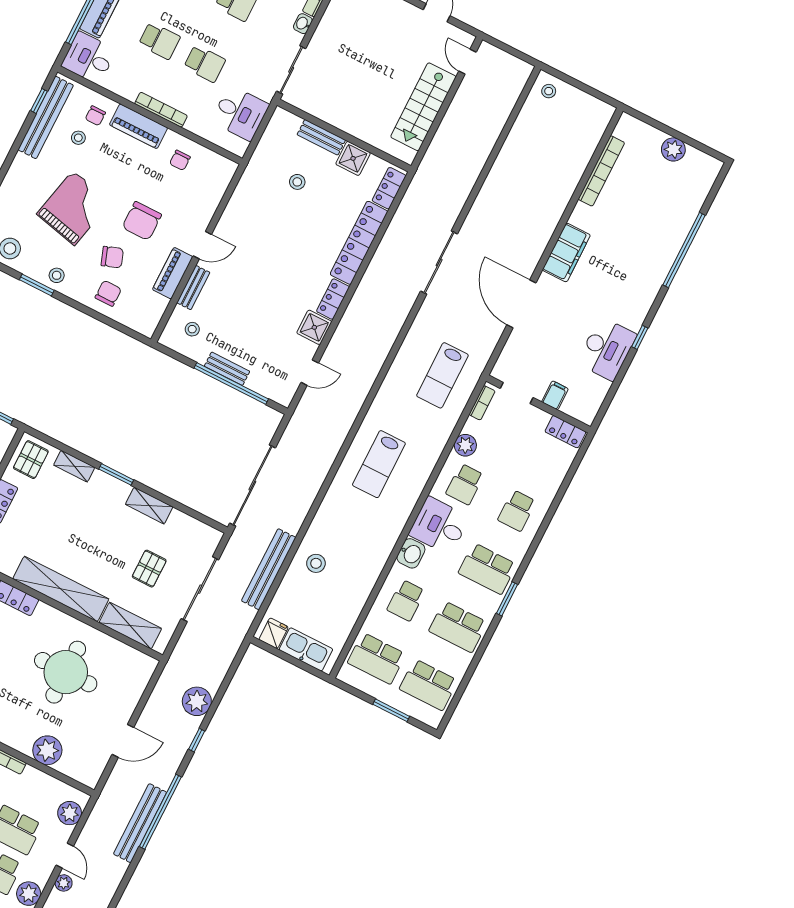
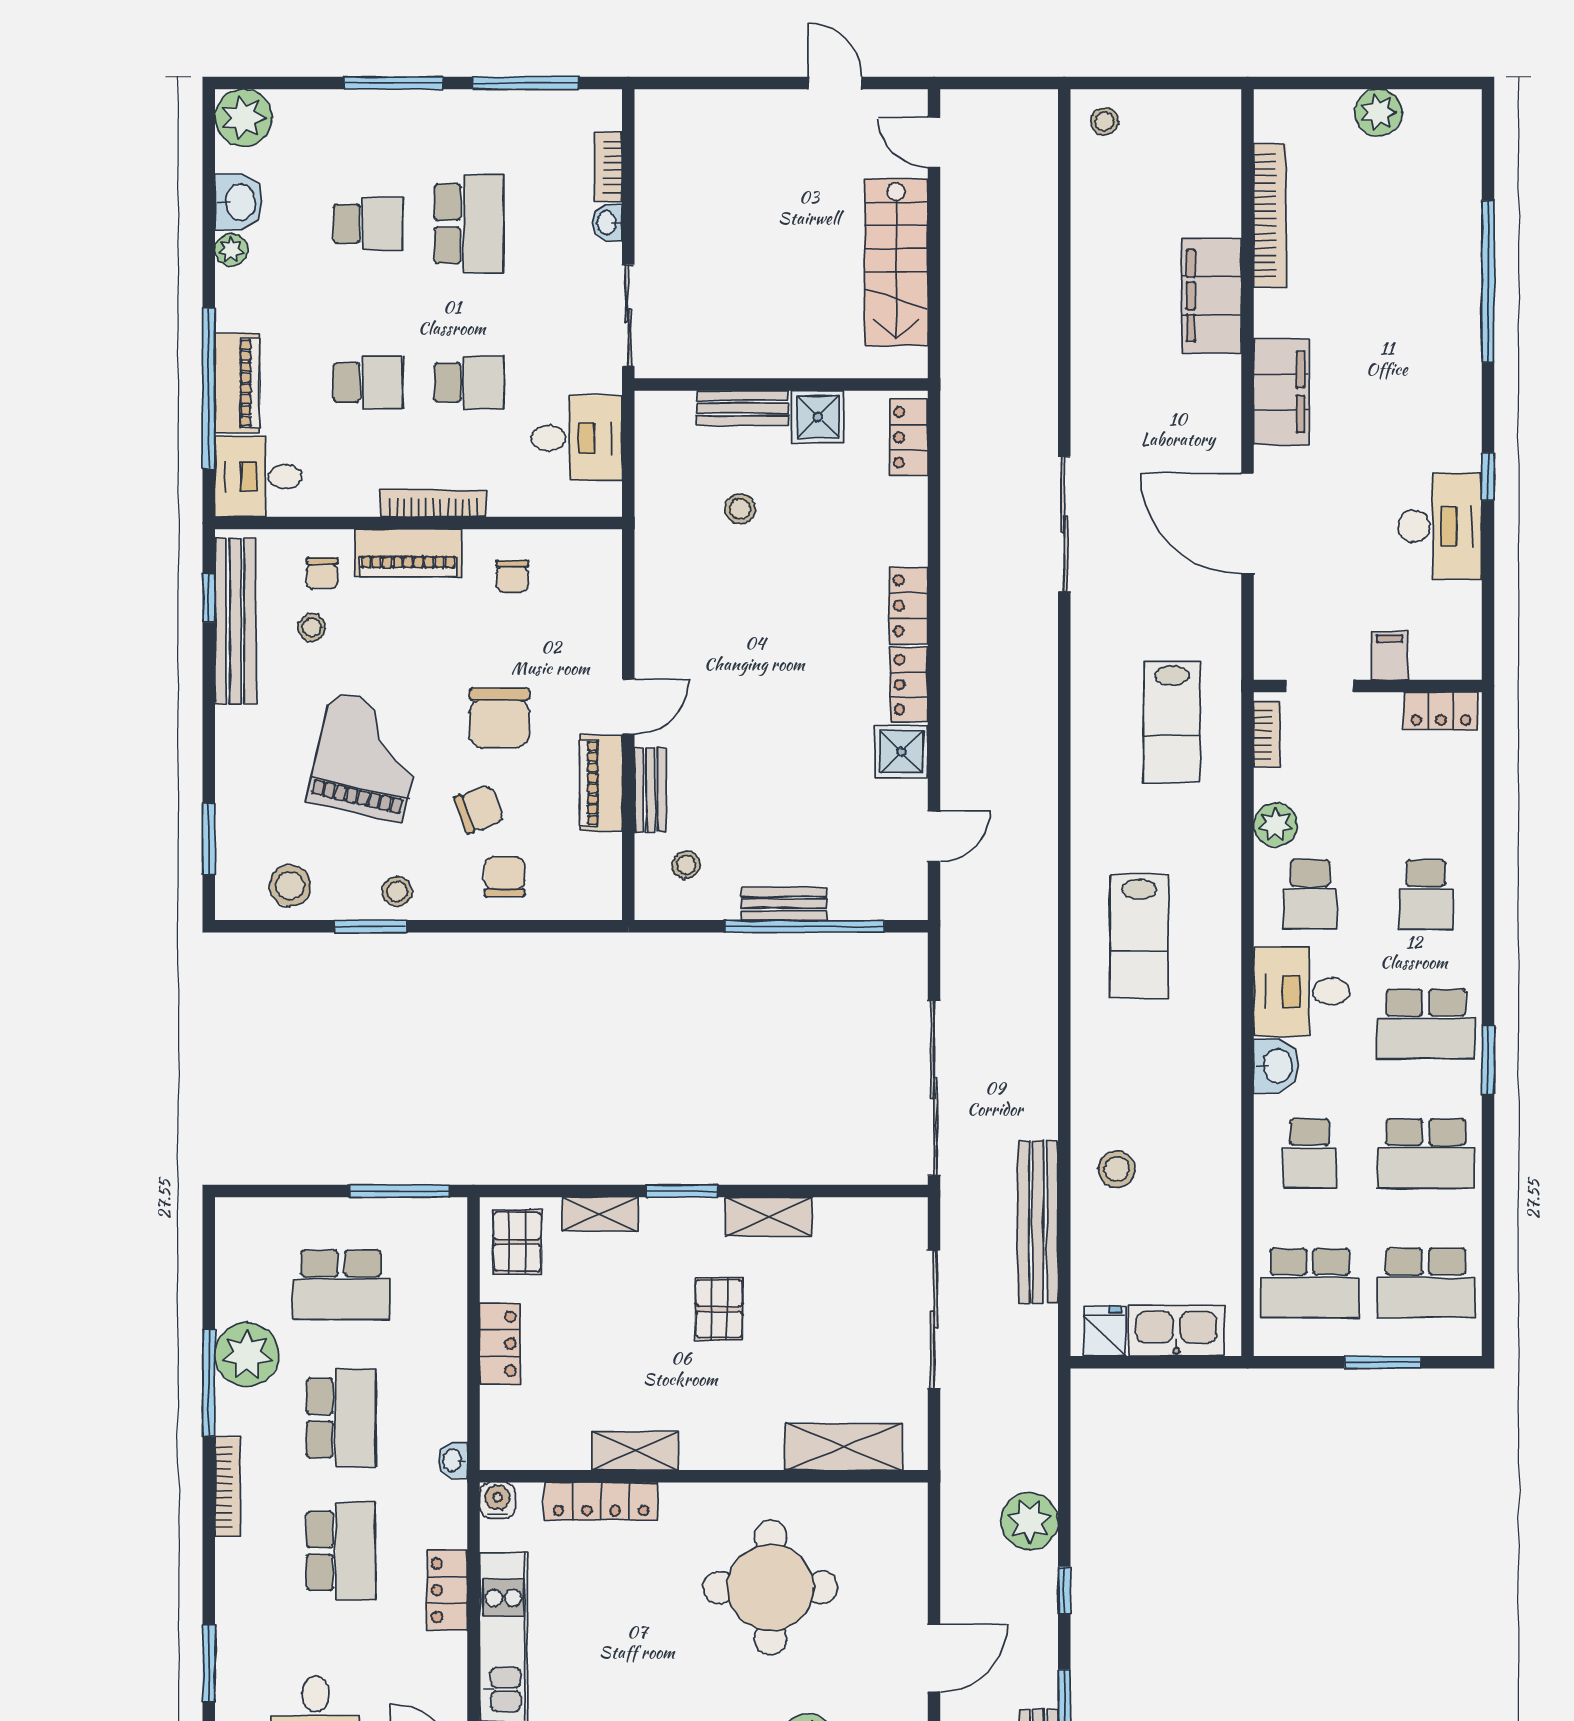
filing cabinet: (557, 194) -> (1212, 296), added
locker: (359, 243) -> (908, 606), width x0.46, depth x0.83
pallet: (149, 569) -> (719, 1309), moved
shelving: (61, 589) -> (635, 1451), width x0.45, depth x0.75

